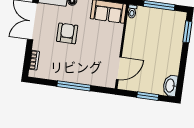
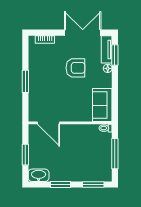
window: (183, 65) -> (61, 184), added
window: (74, 86) -> (25, 81), width x0.69

